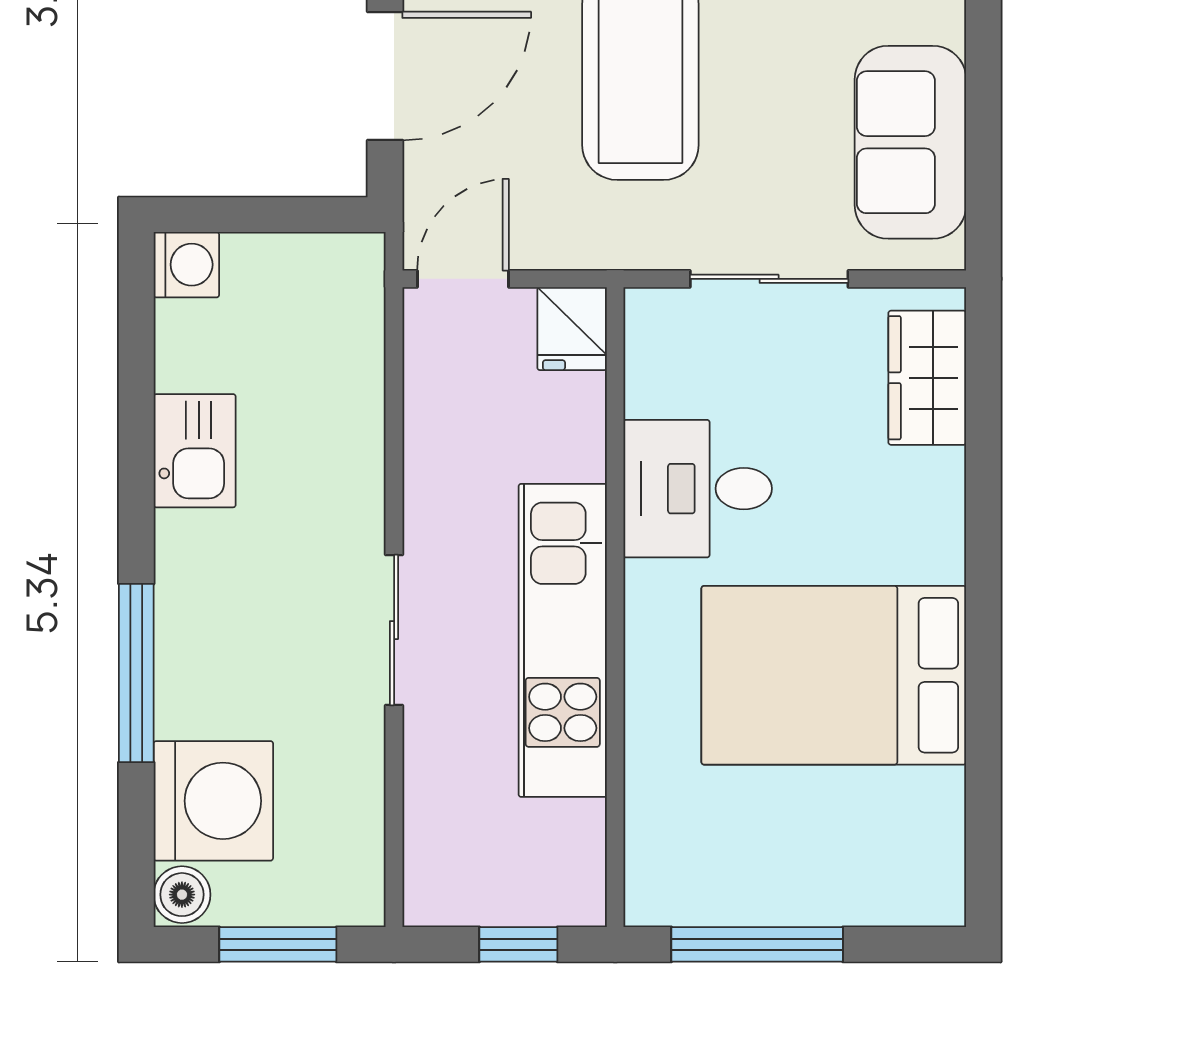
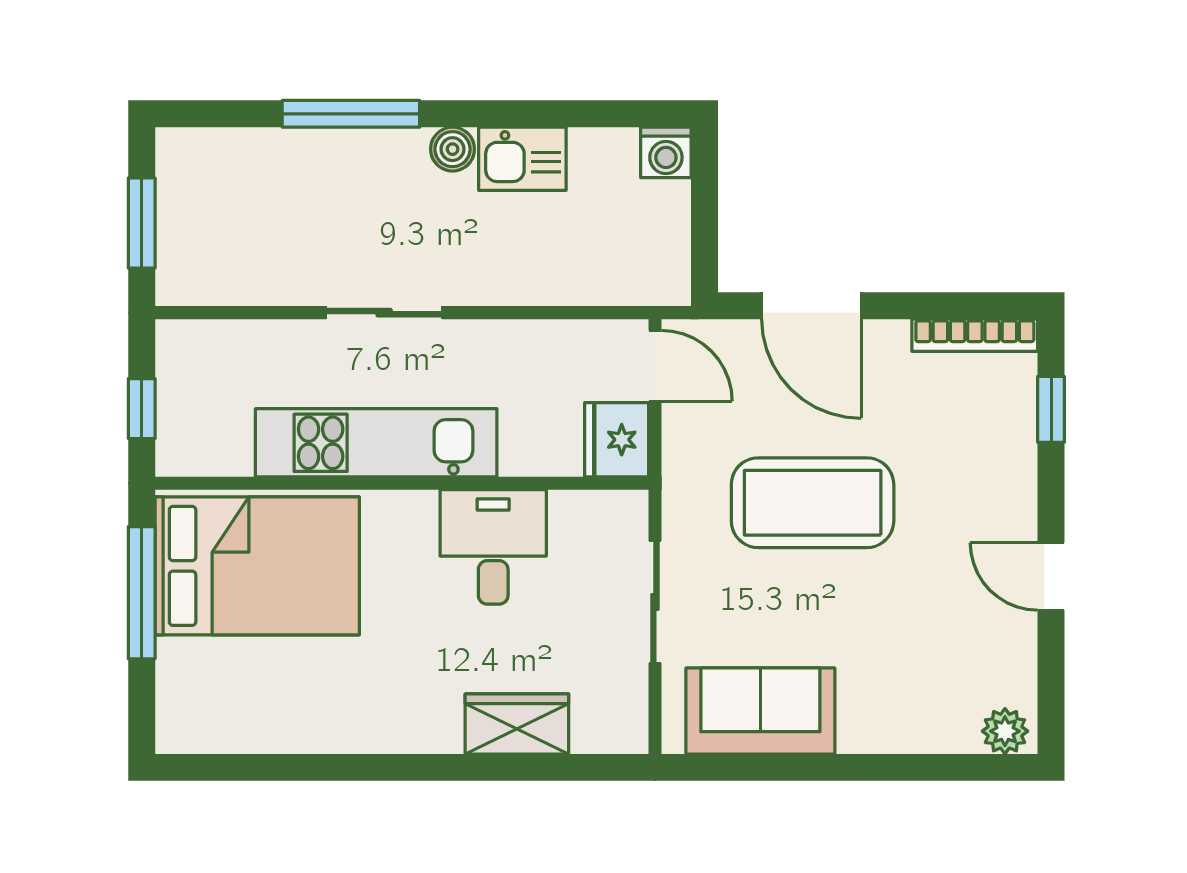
fridge: (572, 329) -> (617, 440), width x1.38
wardrobe: (927, 378) -> (517, 724), moved
bed: (834, 675) -> (257, 566), moved, turned 90
washing machine: (213, 801) -> (252, 173), removed
boiler: (182, 895) -> (453, 149), moved

